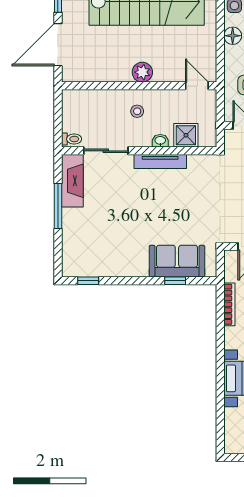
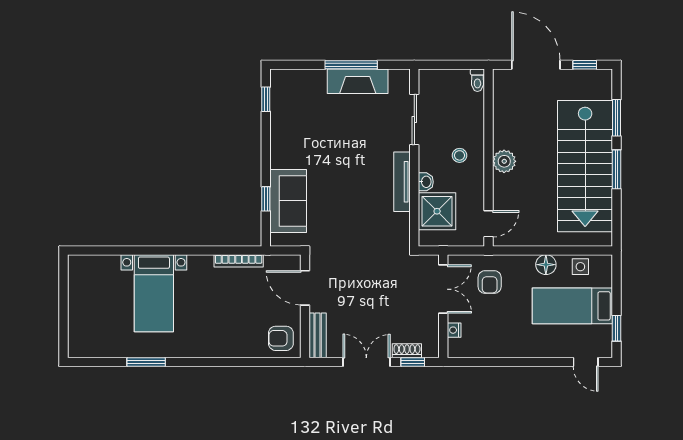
shower: (186, 135) -> (437, 211), width x1.36, depth x1.36
toilet: (71, 139) -> (477, 80), moved
fireplace: (72, 181) -> (358, 81), moved

